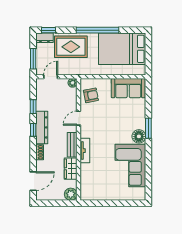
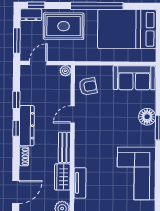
floor lamp: (139, 136) -> (147, 117), moved
tv unit: (85, 151) -> (80, 183), moved

